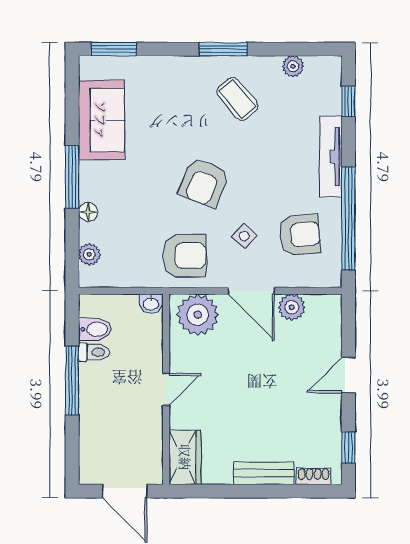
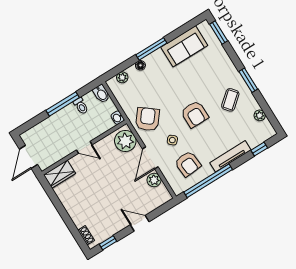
armchair: (204, 182) -> (195, 114), moved, turned -112
armchair: (184, 256) -> (148, 119), turned -142
bidet: (95, 329) -> (101, 94), moved
bench: (264, 473) -> (74, 213), removed

